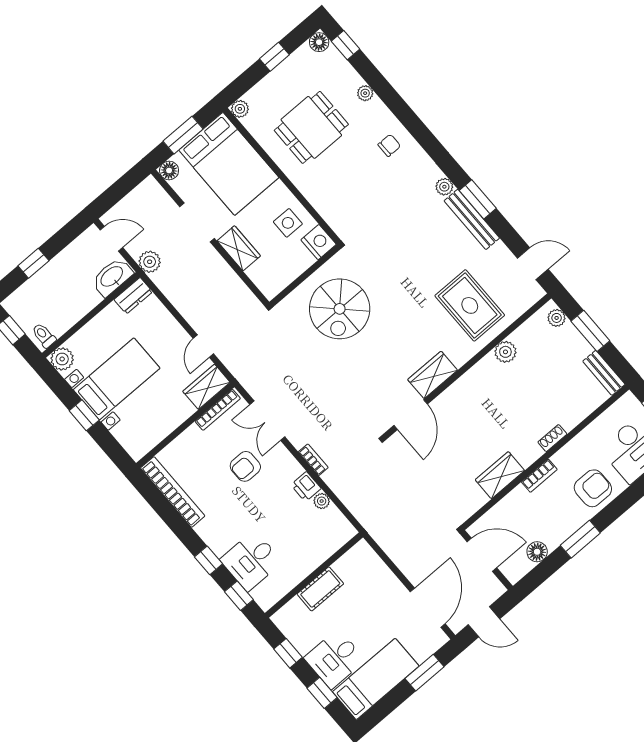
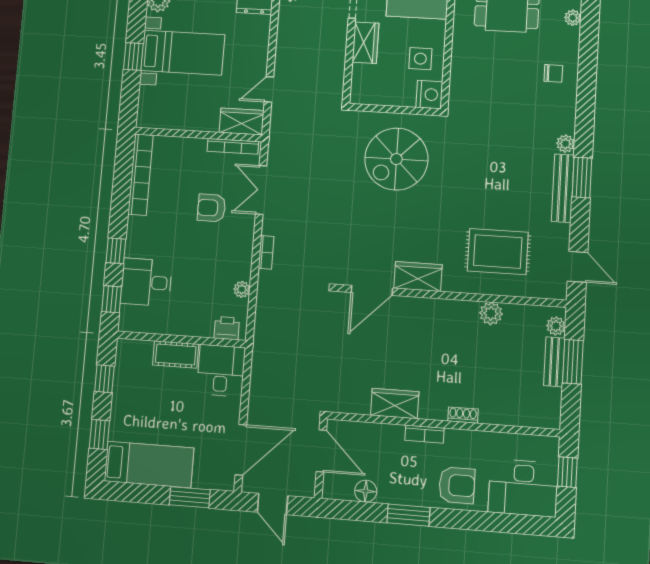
rug: (470, 305) -> (498, 252), turned 90
bench: (604, 373) -> (554, 362), moved
printer: (306, 487) -> (227, 328), moved, turned 90
desk: (335, 659) -> (221, 370), moved, turned 90

